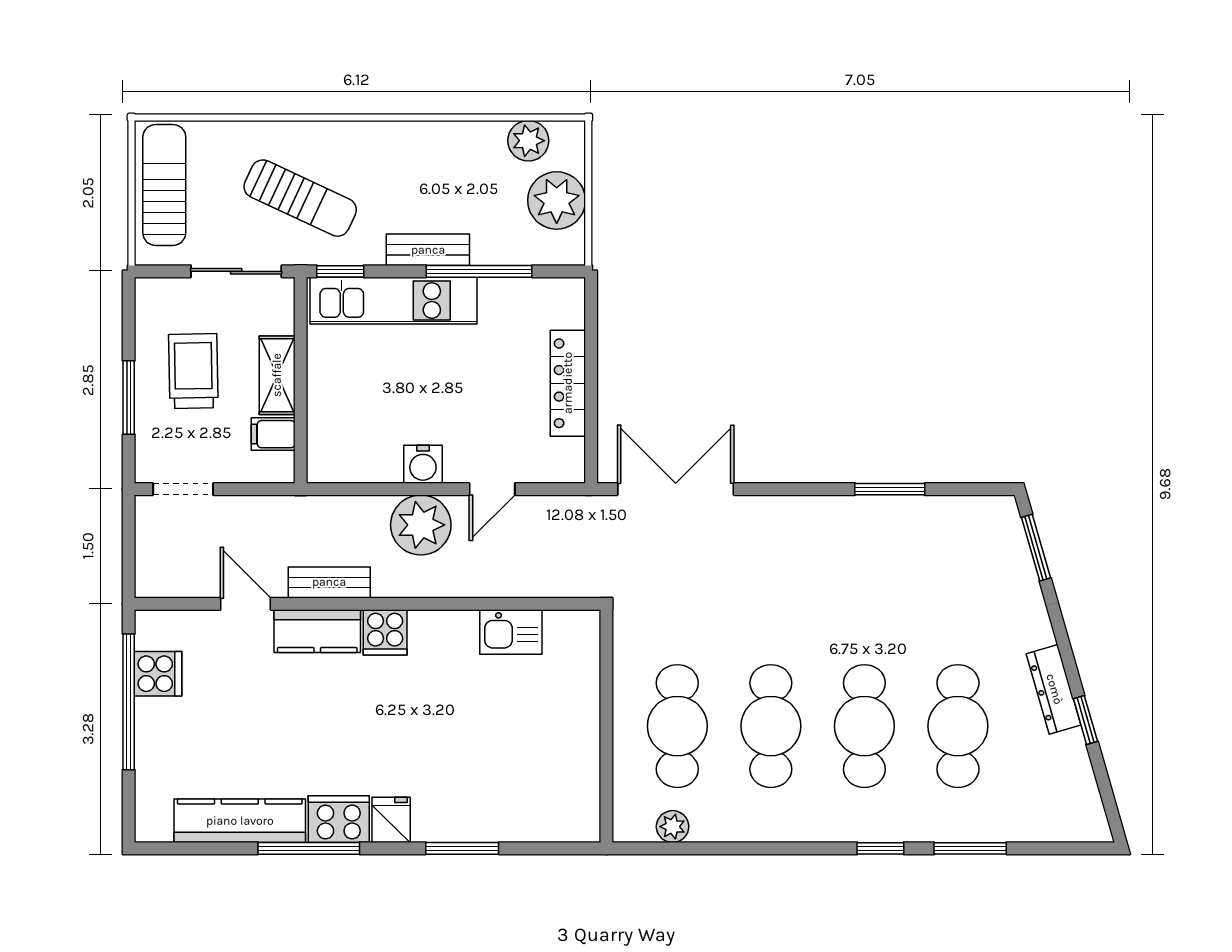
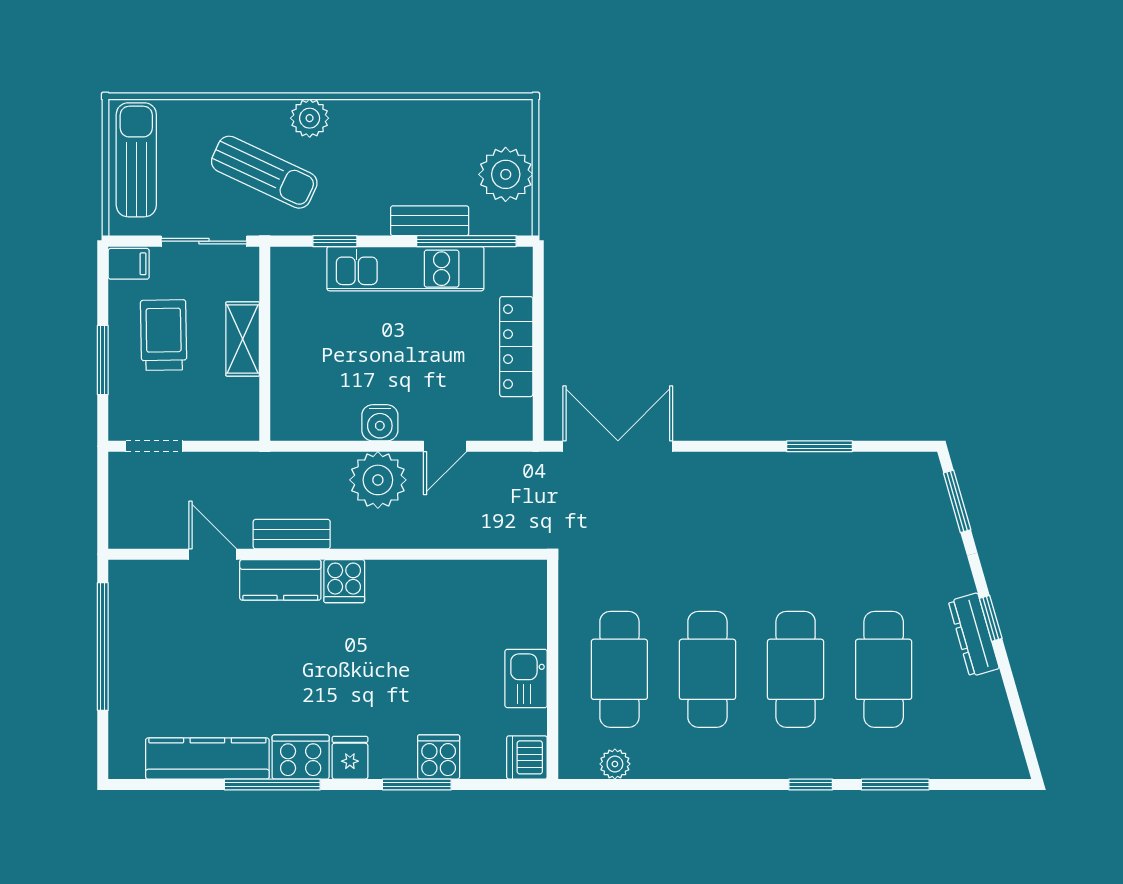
plant: (528, 141) -> (310, 118), moved
bench: (428, 250) -> (430, 221), moved
window: (340, 271) -> (335, 241), moved
window: (479, 271) -> (466, 241), moved
kitchen unit: (393, 301) -> (405, 269), moved
filing cabinet: (273, 434) -> (129, 264), moved, turned 180
kitchen sink: (511, 632) -> (526, 678), moved, turned 90
cooker: (158, 674) -> (439, 757), moved, turned -90
window: (1085, 720) -> (991, 618), moved
dishwasher: (579, 820) -> (527, 757), added

